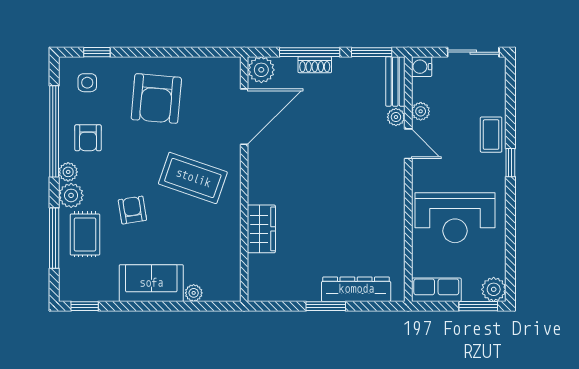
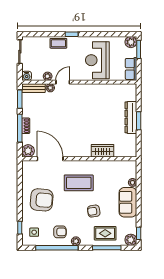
coffee table: (193, 178) -> (79, 183), turned 71
plant: (71, 195) -> (131, 240), moved
reception desk: (455, 218) -> (97, 60), turned 180
dresser: (356, 289) -> (131, 117), moved

